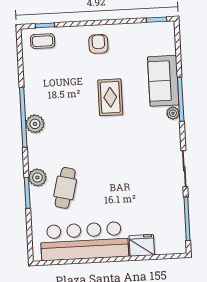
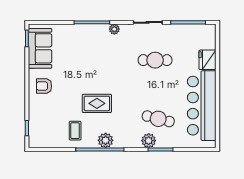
coffee table: (43, 41) -> (75, 131), moved
sofa: (163, 81) -> (40, 48), moved, turned -90
rug: (110, 97) -> (97, 103), moved
plant: (173, 113) -> (114, 29), moved
cafe table: (138, 180) -> (155, 60), added

